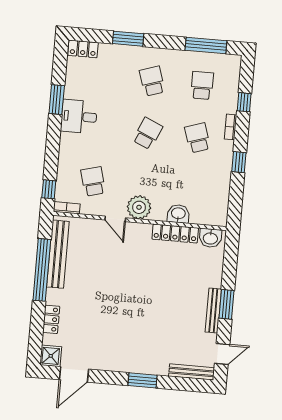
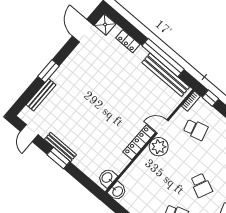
washbasin: (178, 214) -> (117, 191), moved
locker: (175, 234) -> (139, 142), moved
bench: (192, 372) -> (41, 95), moved

